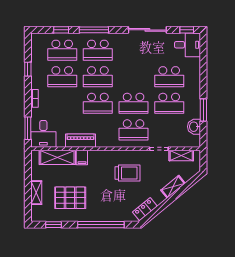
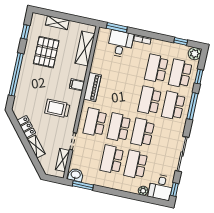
plant: (38, 40) -> (195, 54), added
plant: (195, 63) -> (143, 191), added
window: (28, 69) -> (181, 41), moved
school desk: (98, 103) -> (143, 132), moved
window: (203, 110) -> (83, 185), moved
washbasin: (194, 127) -> (76, 175), moved
desk: (43, 134) -> (120, 44), moved, turned 90
piano: (80, 141) -> (92, 87), moved
filing cabinet: (82, 157) -> (77, 85), moved
trolley: (127, 173) -> (57, 108), turned 90
locker: (145, 209) -> (26, 127), moved

